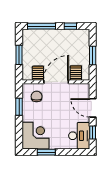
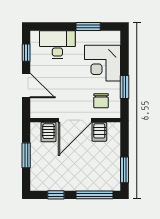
window: (19, 55) -> (125, 170), moved
corner desk: (35, 136) -> (103, 63), moved
desk: (79, 136) -> (57, 44), moved, turned 90

